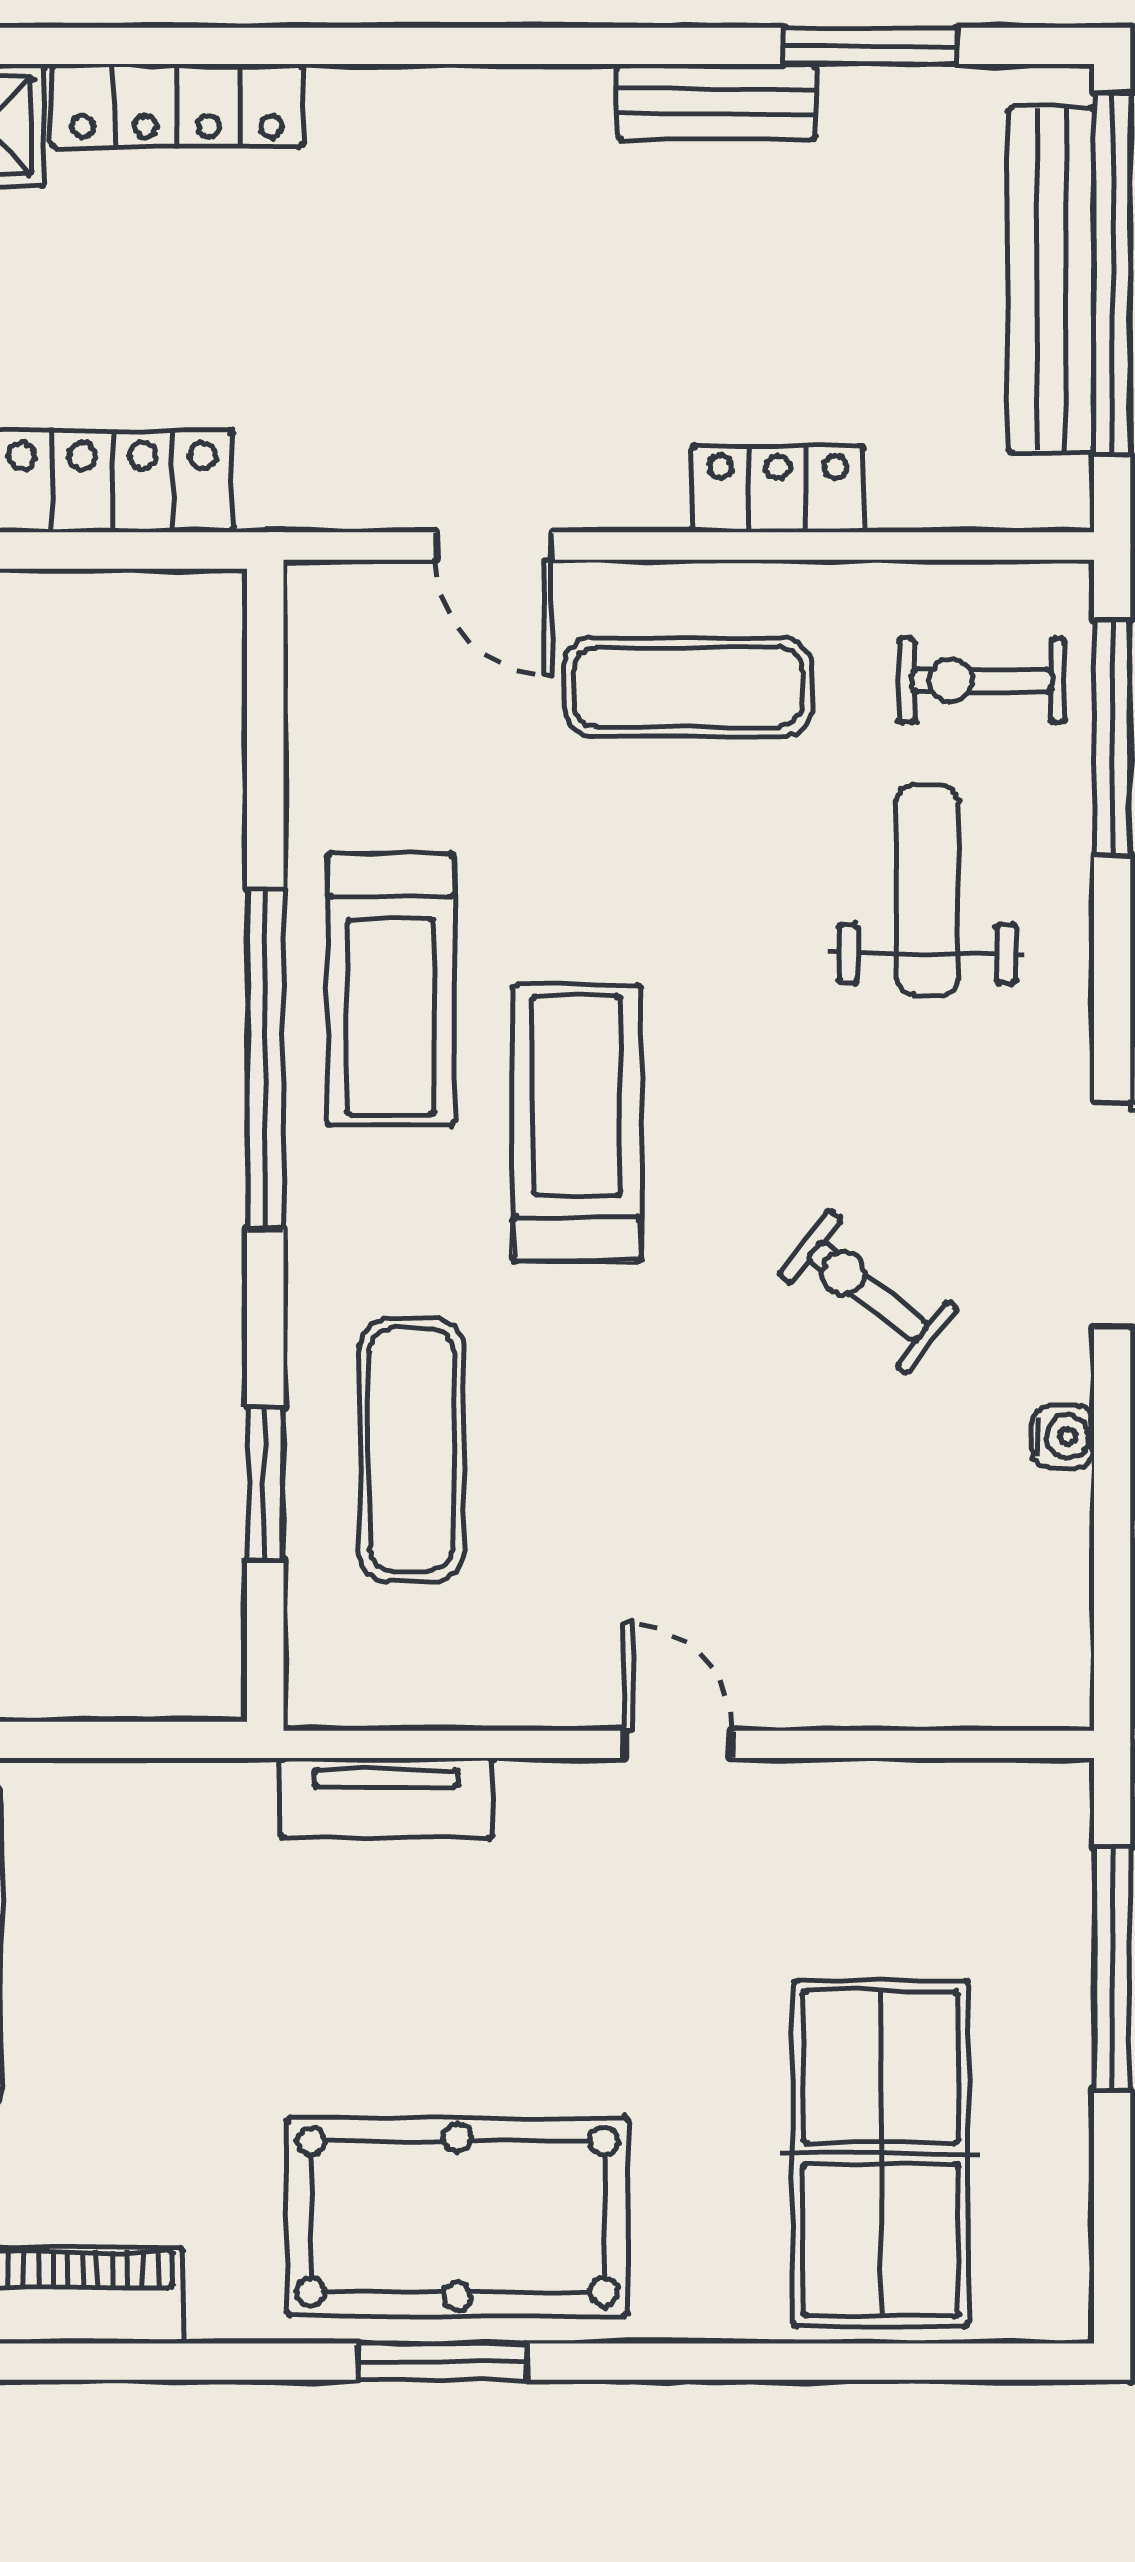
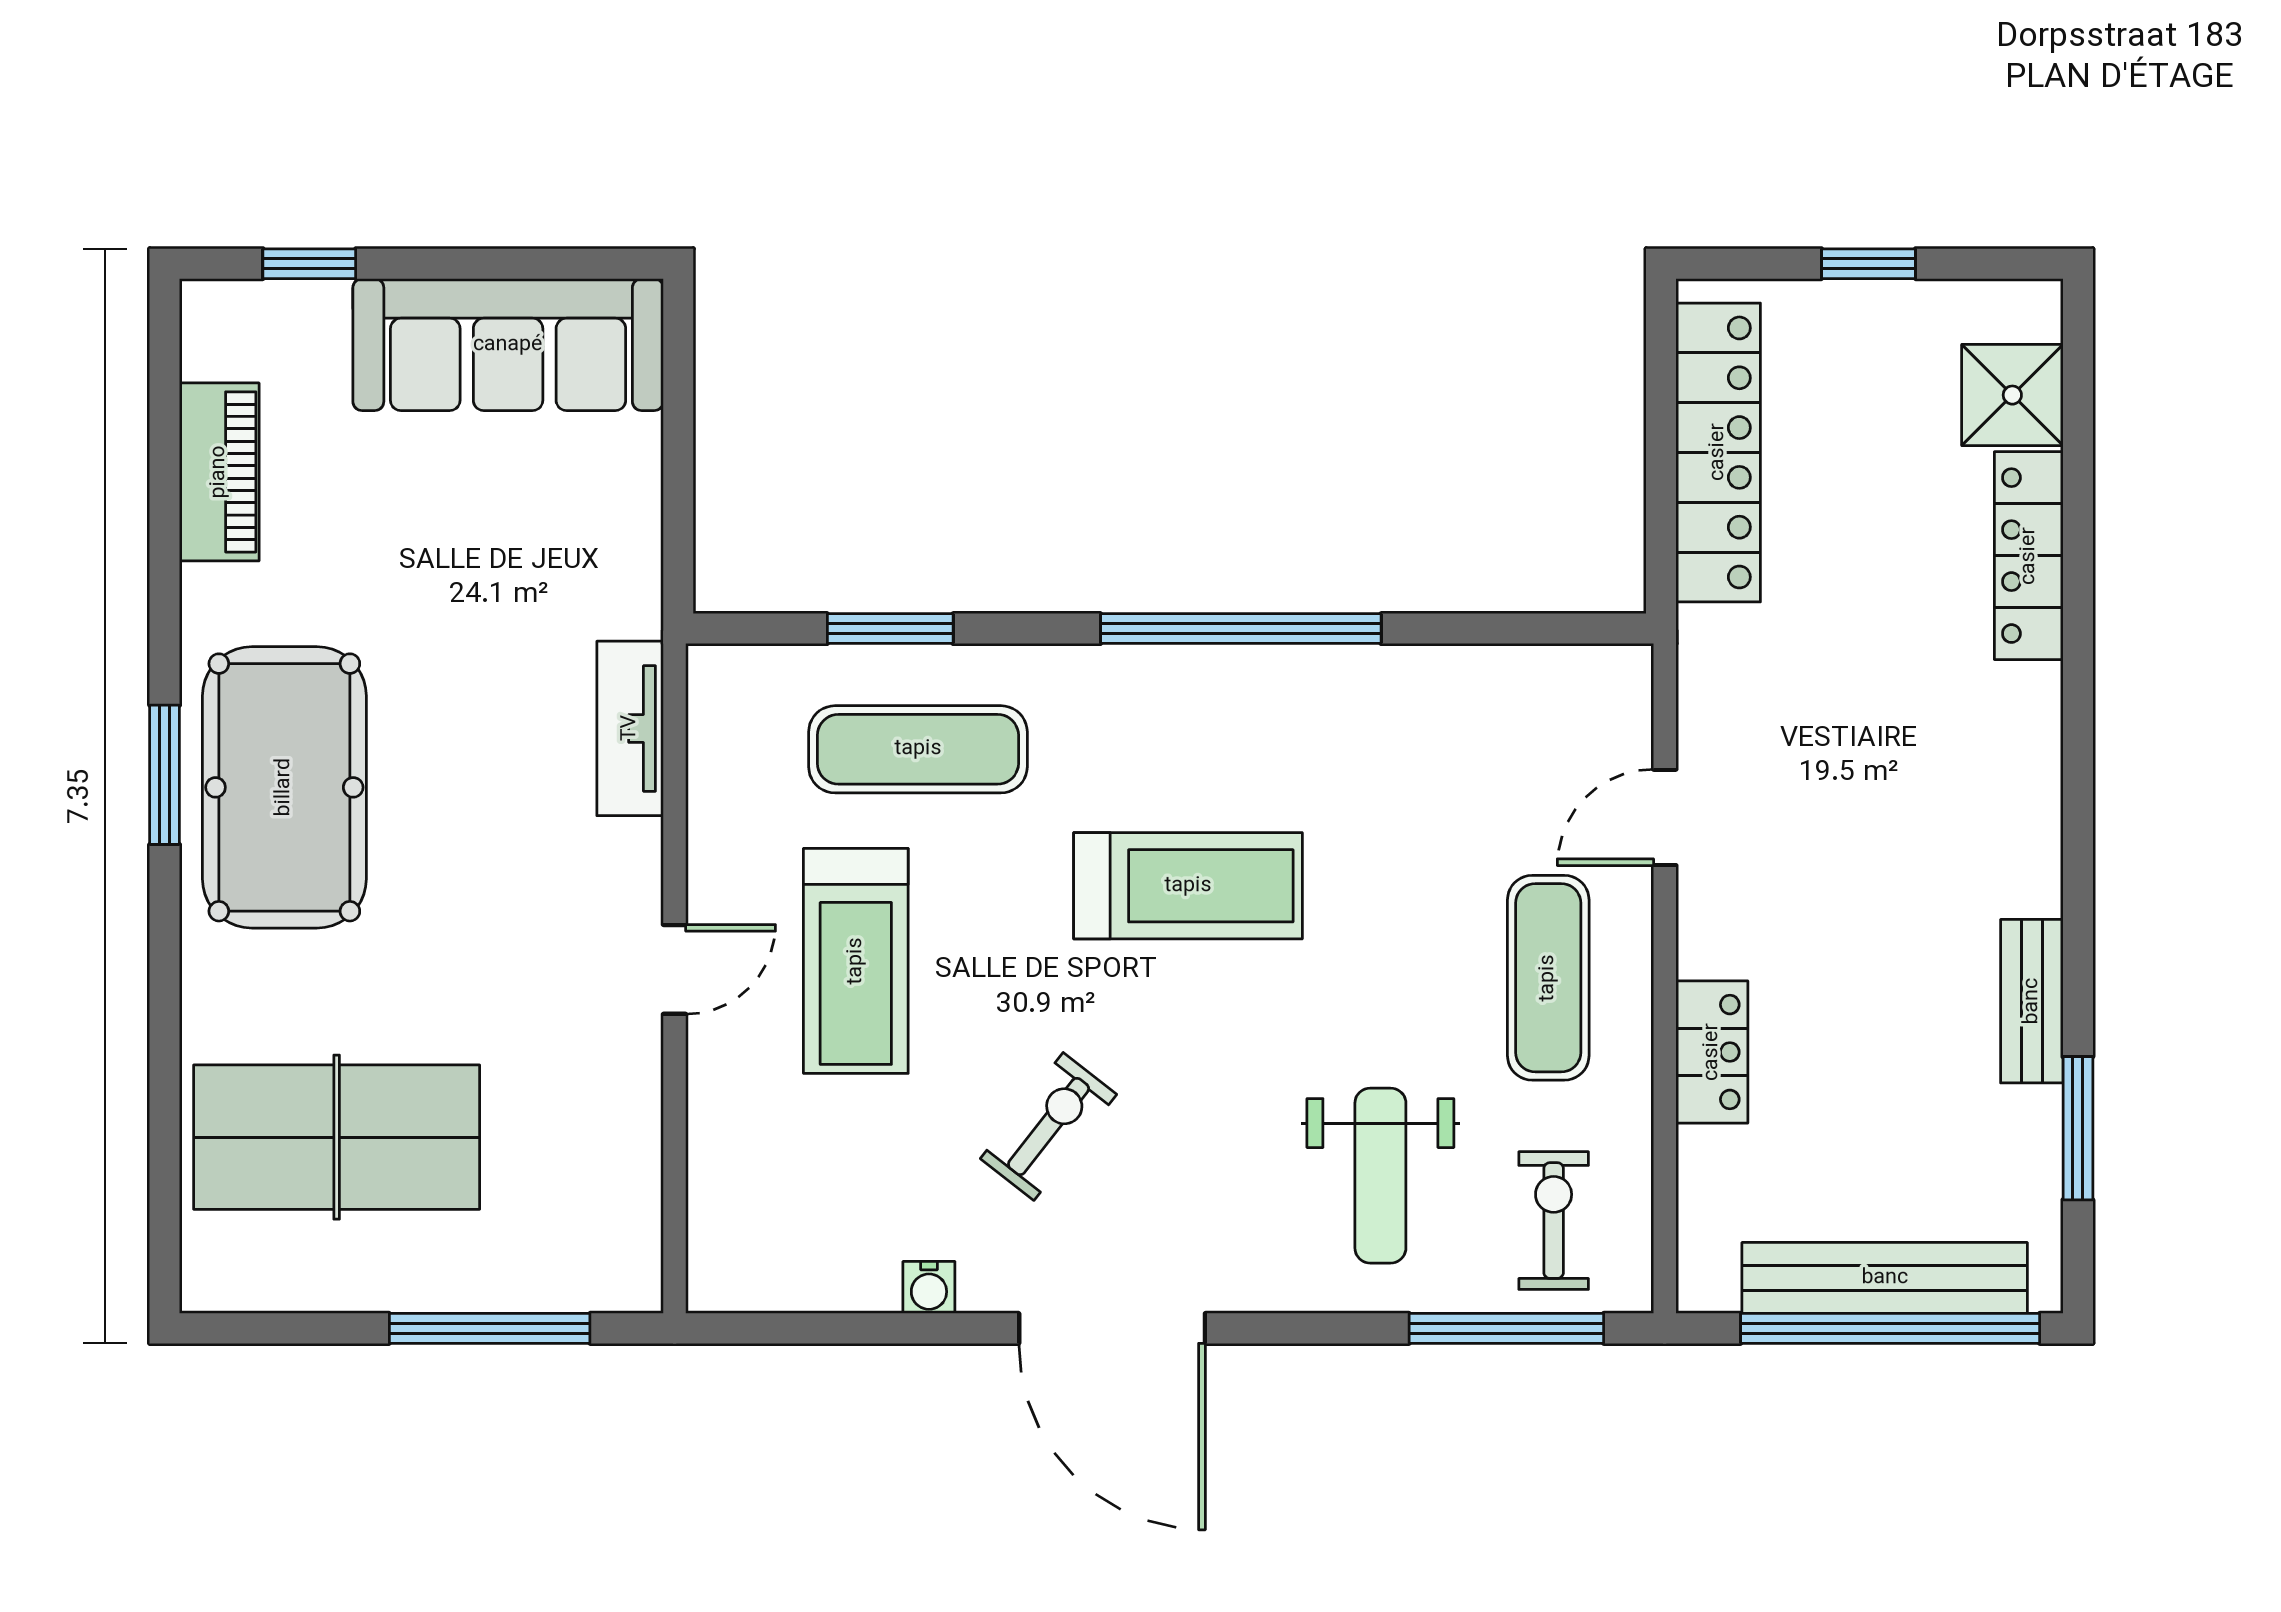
weight bench: (927, 890) -> (1380, 1176), turned 90
treadmill: (391, 990) -> (856, 961), moved, turned -90

